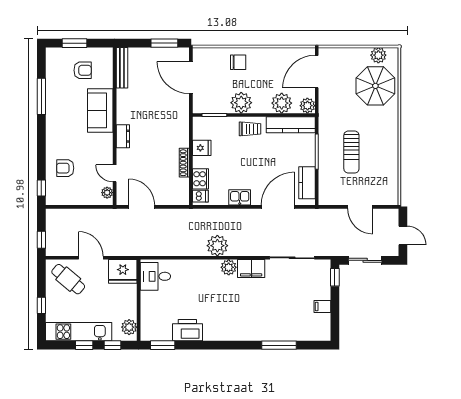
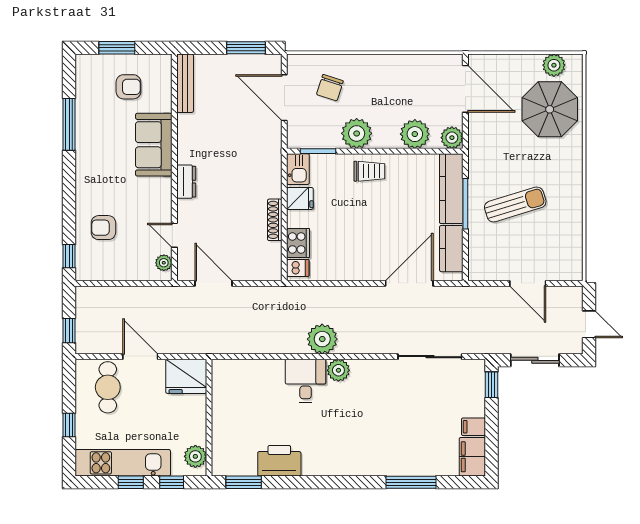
chair: (238, 62) -> (330, 88), moved, turned 108
door: (317, 72) -> (465, 89), swing flipped
kitchen counter: (291, 125) -> (451, 189), moved, turned 90
sun lounger: (351, 152) -> (515, 204), turned -107
kitchen sink: (240, 197) -> (298, 169), moved, turned 90
filing cabinet: (251, 269) -> (472, 457), moved, turned 90
desk: (155, 276) -> (306, 381), moved, turned 90
cafe table: (68, 279) -> (108, 387), turned 50

